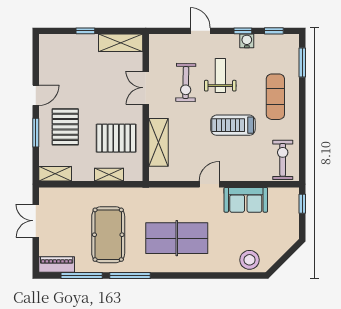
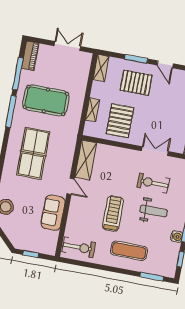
shelving: (158, 142) -> (86, 160), moved, turned 90
window: (302, 204) -> (31, 254), moved

